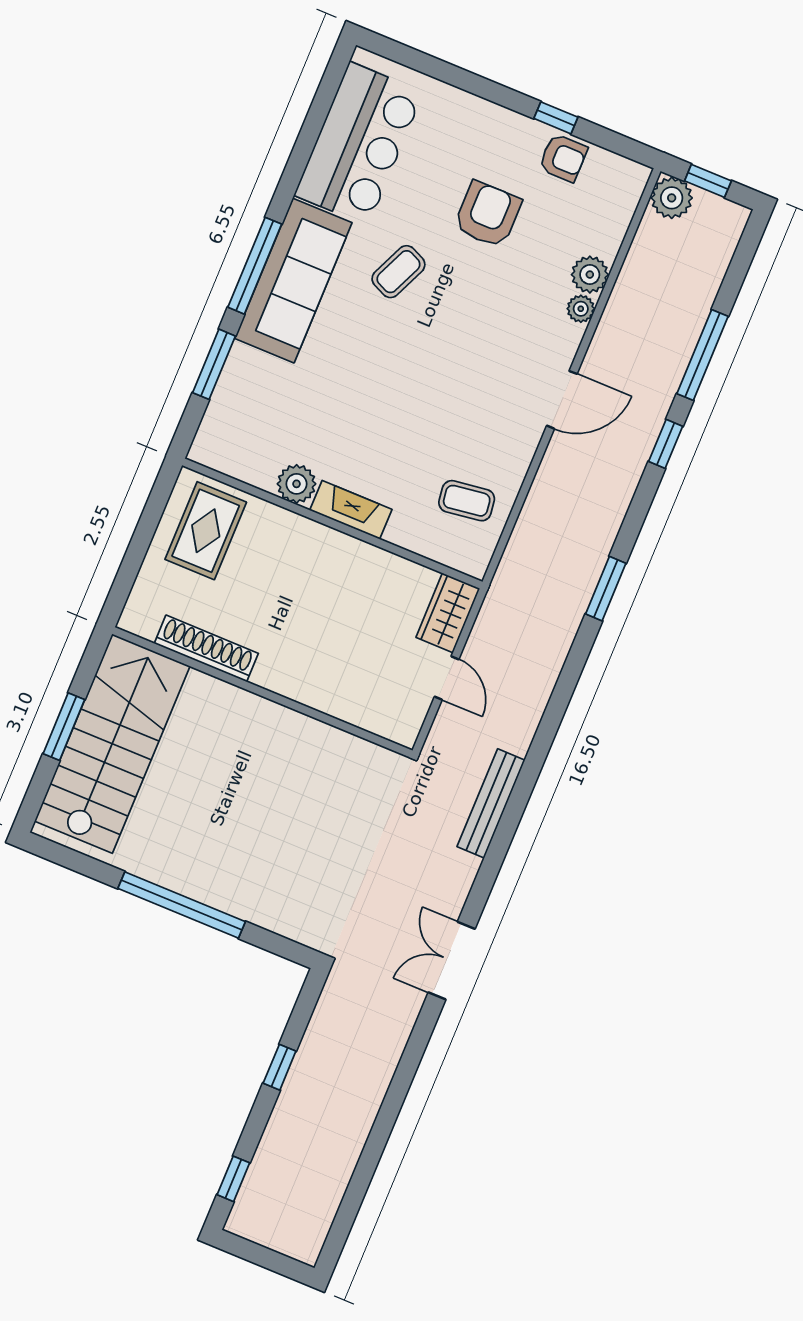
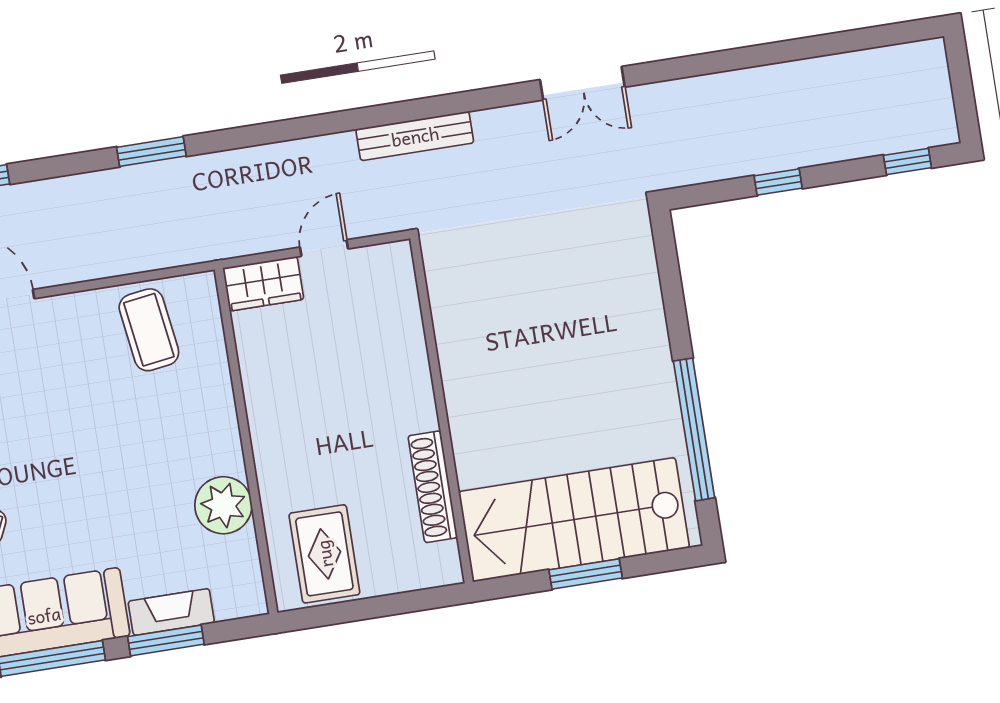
plant: (297, 484) -> (223, 505), width x1.36, depth x1.36
coffee table: (467, 501) -> (149, 330), width x1.36, depth x1.30
fireplace: (351, 510) -> (171, 612), moved, turned 90
rug: (206, 531) -> (324, 554), turned 90
window: (182, 905) -> (694, 429), moved

